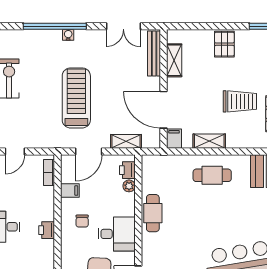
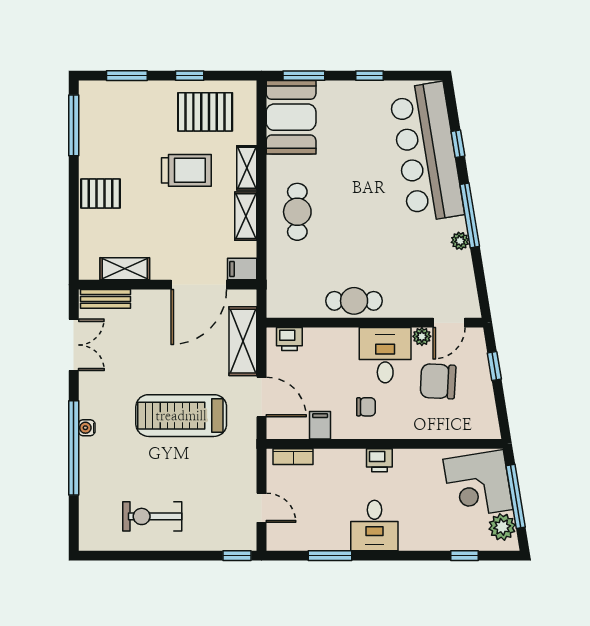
bench: (154, 53) -> (105, 299), width x0.73
trolley: (240, 101) -> (186, 170), turned 90
shelving: (126, 141) -> (243, 341), width x1.50, depth x1.33
shelving: (241, 142) -> (247, 168), added
plant: (129, 186) -> (422, 336), moved

